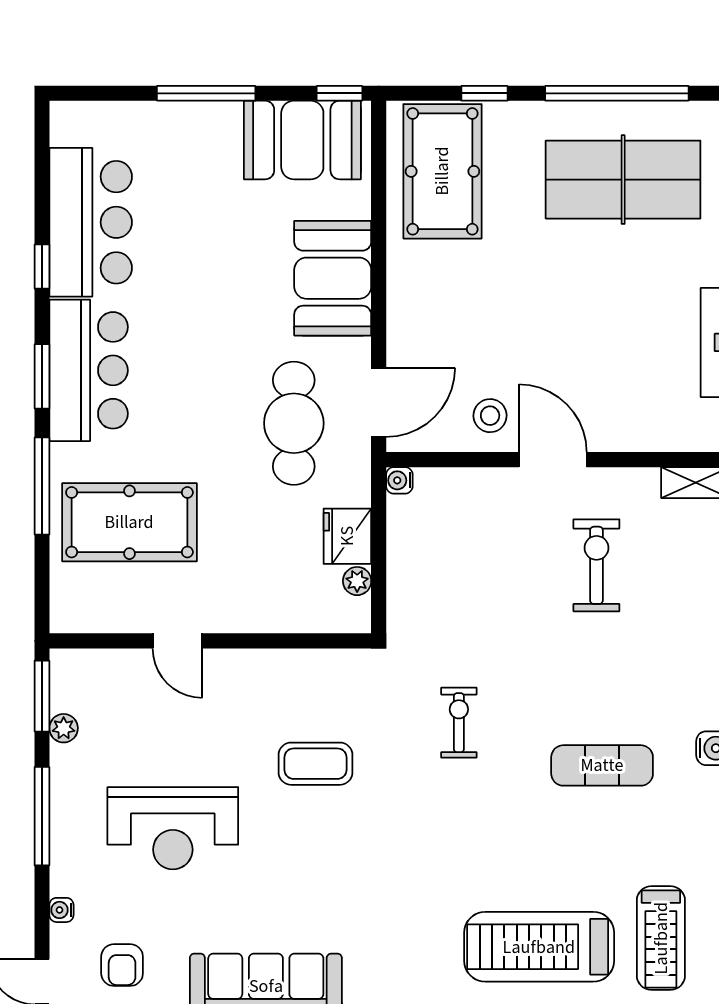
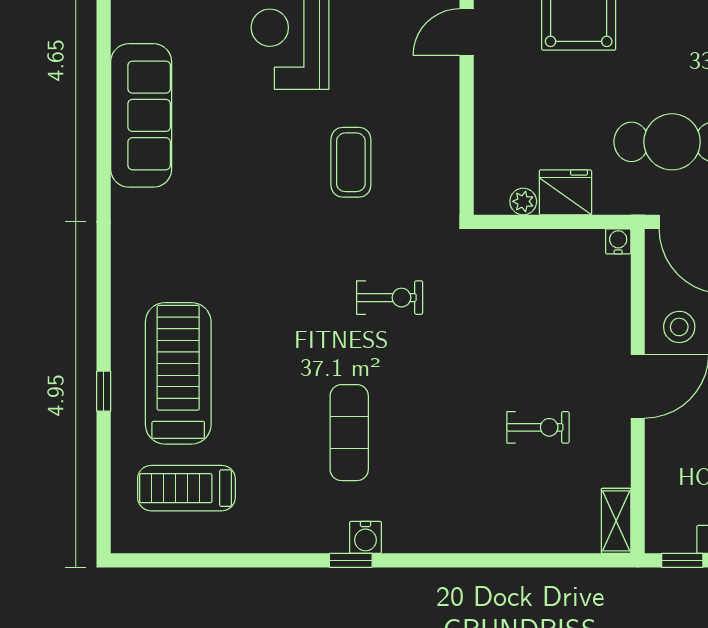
exercise bike: (596, 565) -> (538, 427), width x0.73, depth x0.72

